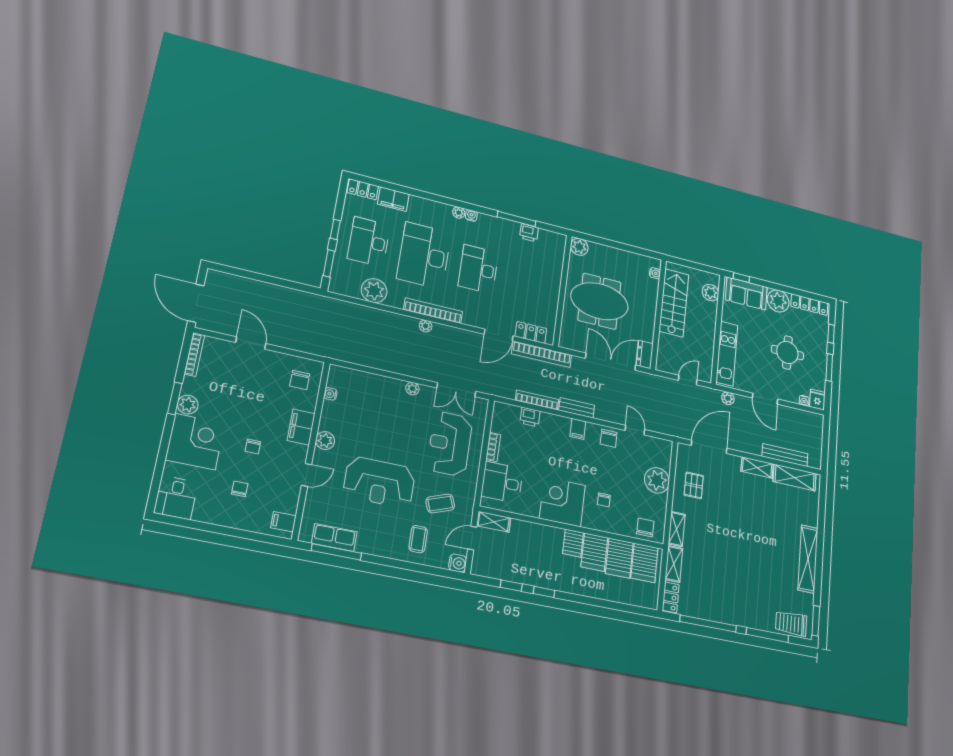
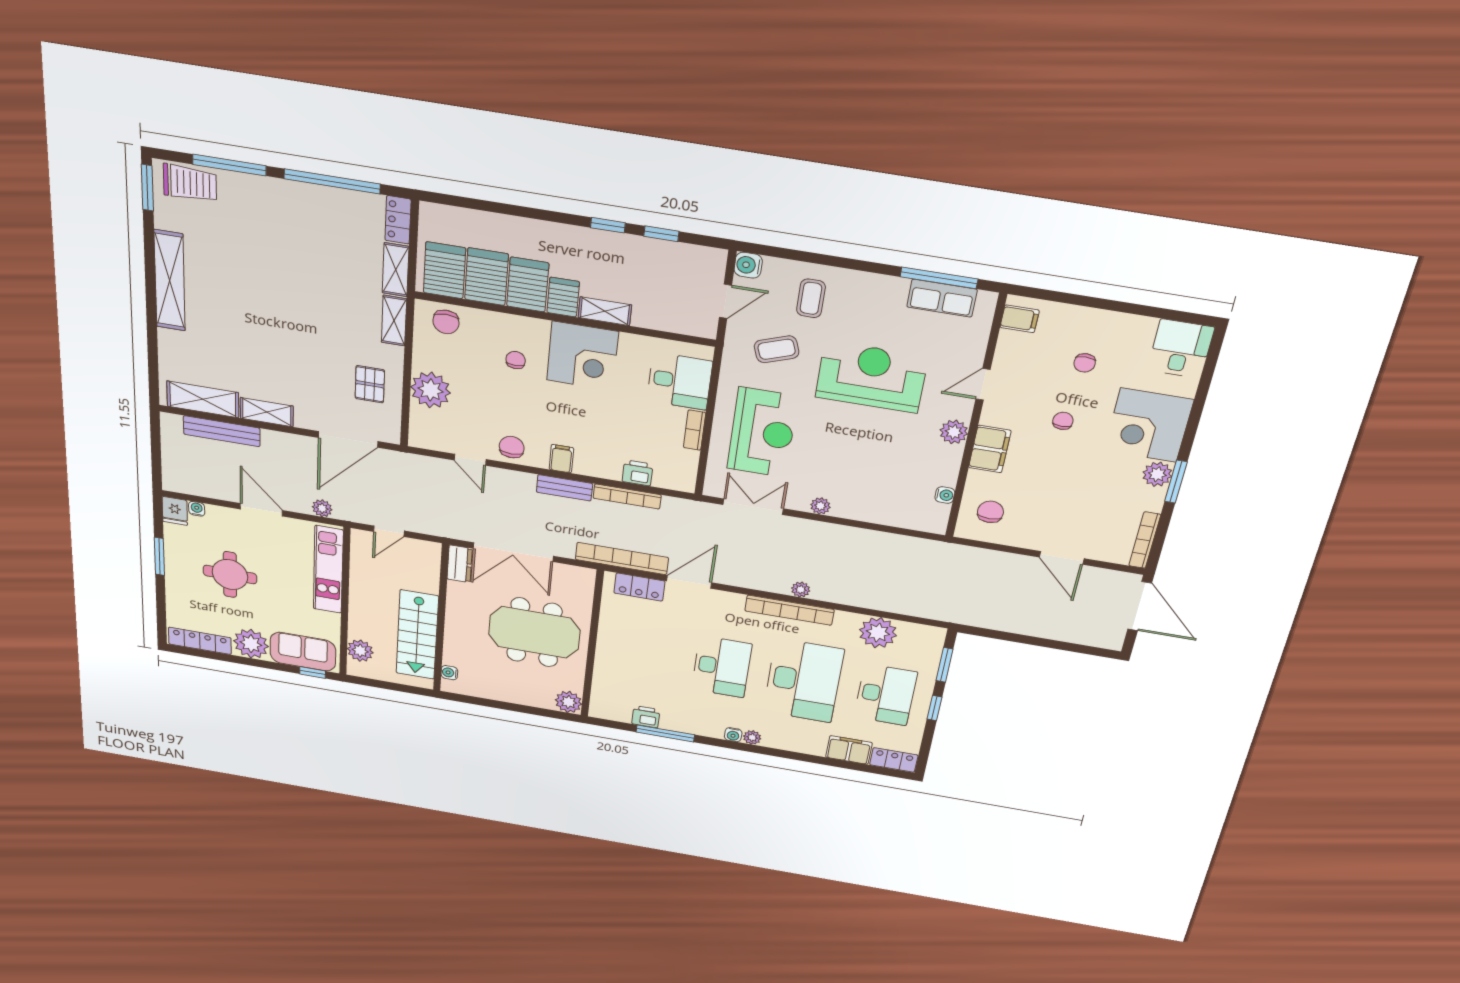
window: (831, 334) -> (161, 603), removed
shelving: (494, 522) -> (605, 311), moved

